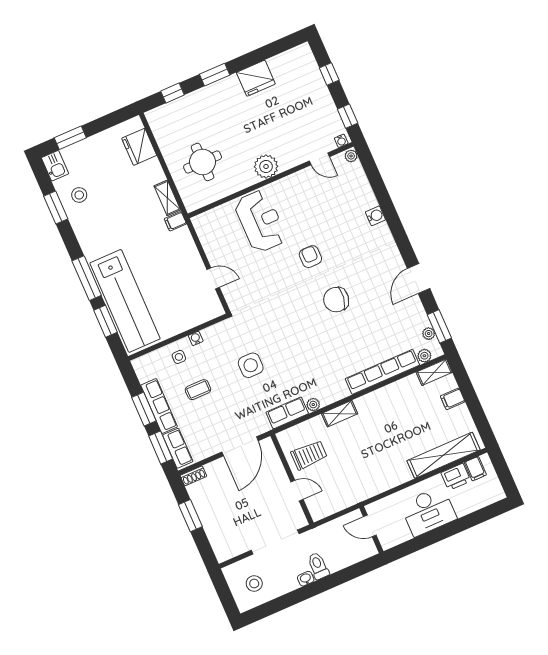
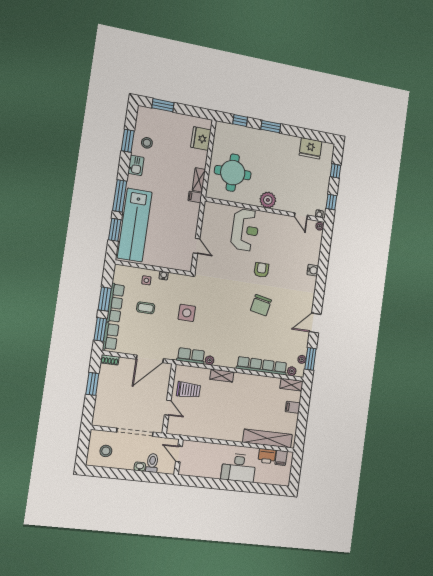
fridge: (256, 78) -> (311, 148), moved
round table: (203, 162) -> (233, 173), width x1.36, depth x1.36
kitchen sink: (55, 166) -> (136, 165), moved
chair: (336, 300) -> (261, 305), turned -88
door: (370, 526) -> (179, 454), moved
wall: (371, 530) -> (179, 457), moved

